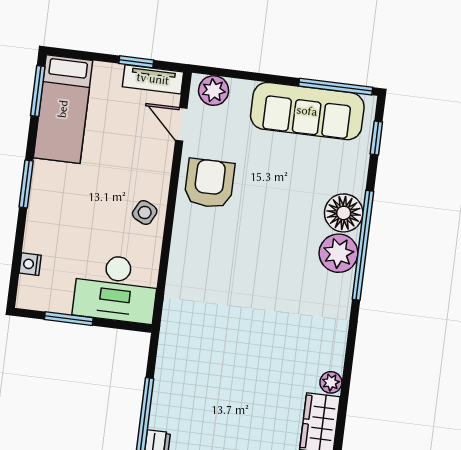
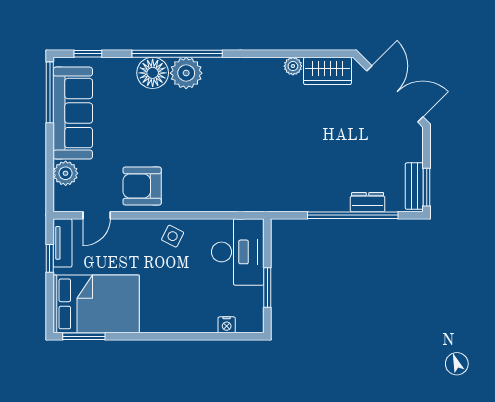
plant: (214, 91) -> (66, 173), moved
bed: (63, 109) -> (96, 304), width x1.50
window: (26, 184) -> (161, 336), removed

